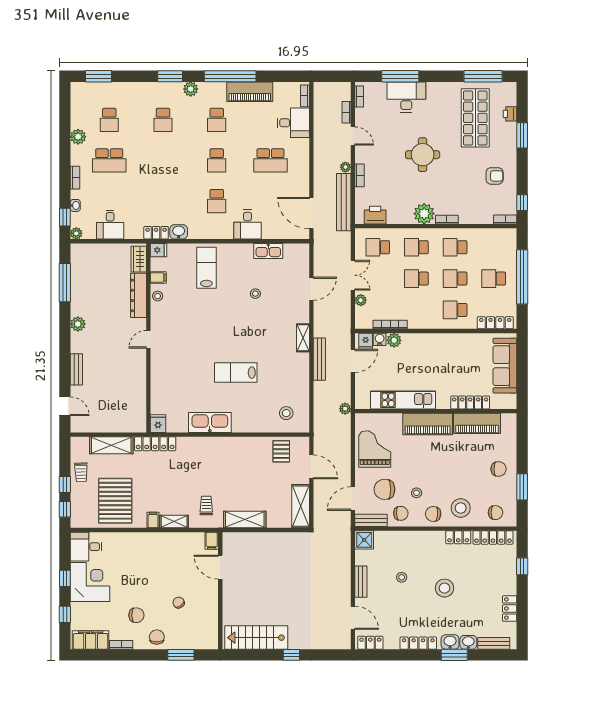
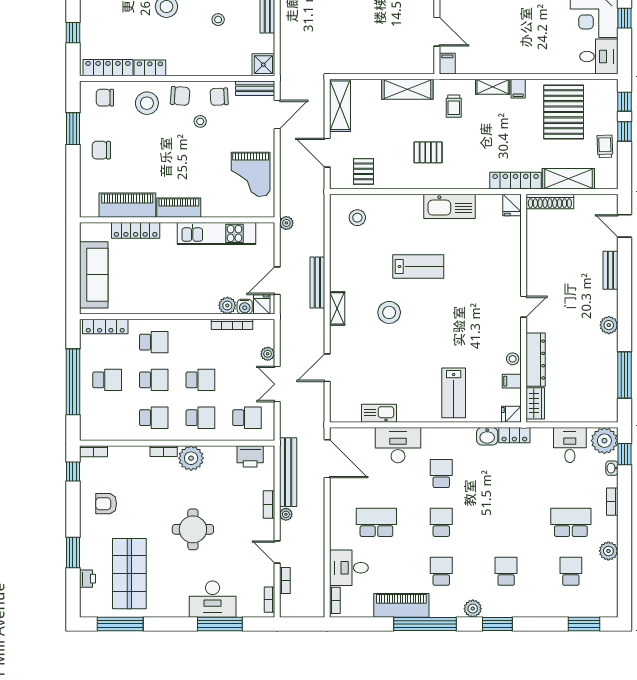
desk: (247, 224) -> (398, 445), width x1.37
plant: (76, 233) -> (604, 441), width x1.88, depth x1.88
stool: (255, 294) -> (389, 312), moved, width x1.89, depth x1.89
piano: (428, 424) -> (179, 208), width x0.73, depth x0.75
shoe rack: (127, 427) -> (550, 201), added
pallet: (228, 467) -> (428, 152), added
chair: (384, 489) -> (239, 126), removed

